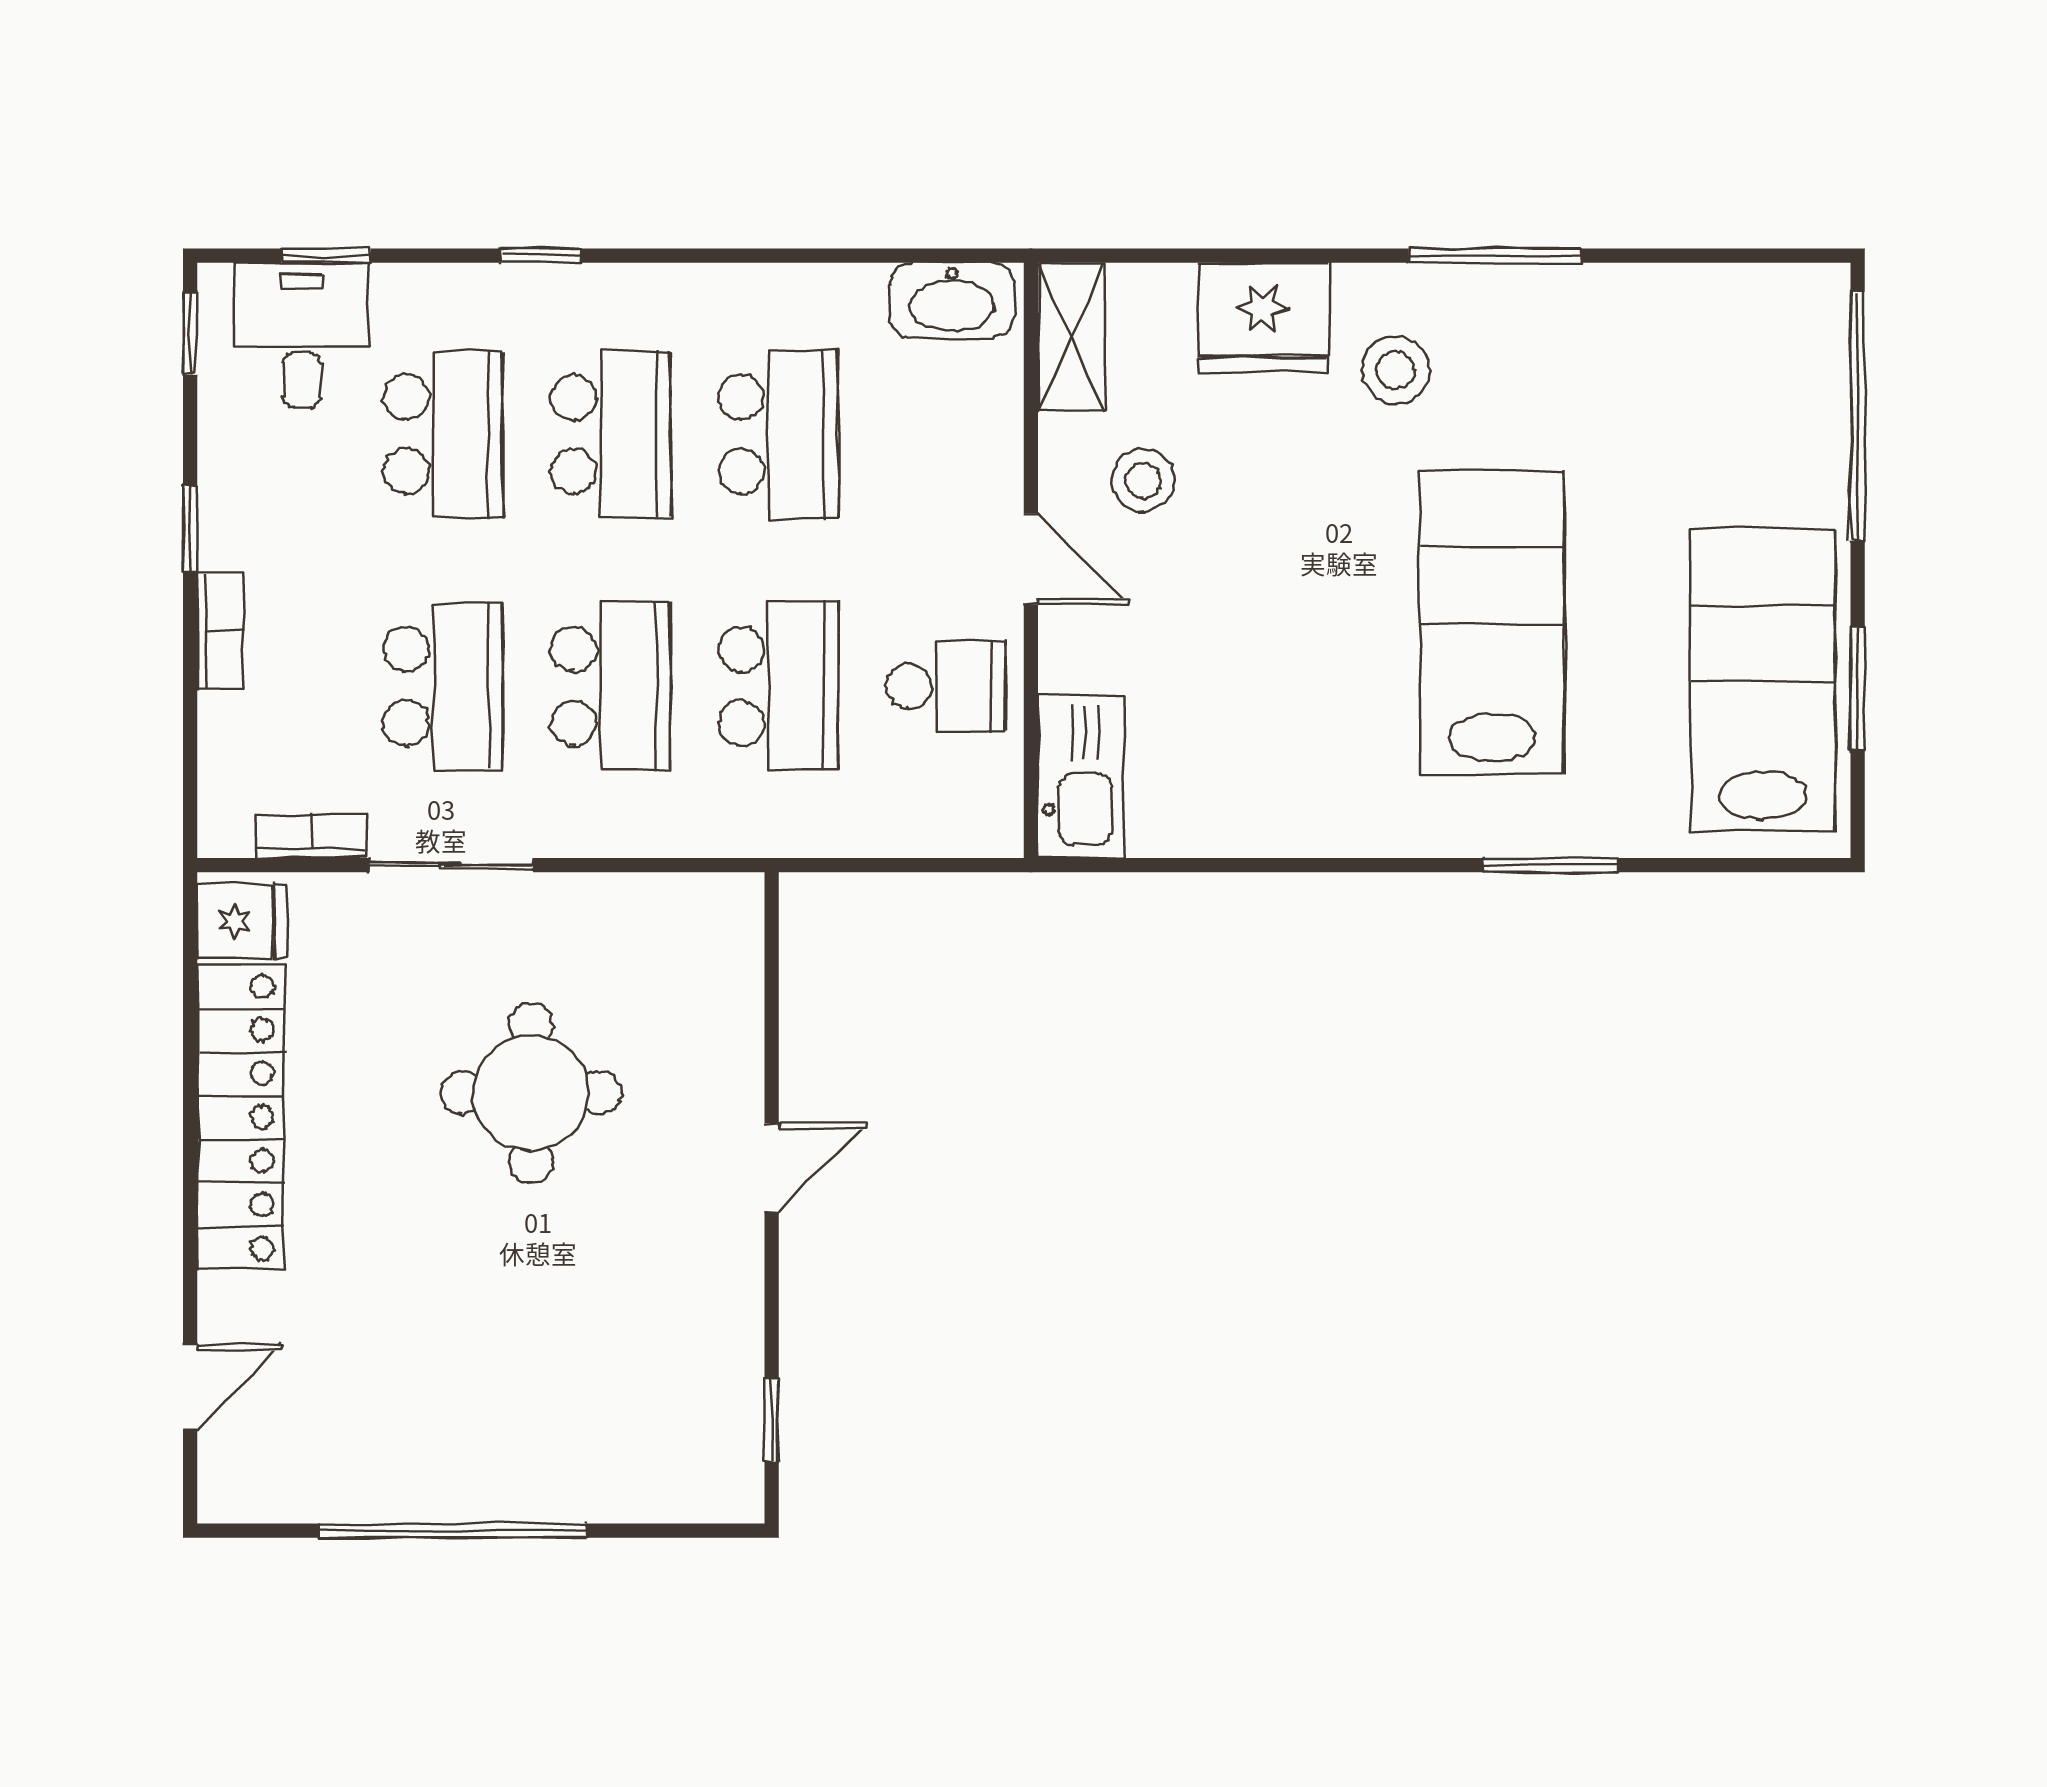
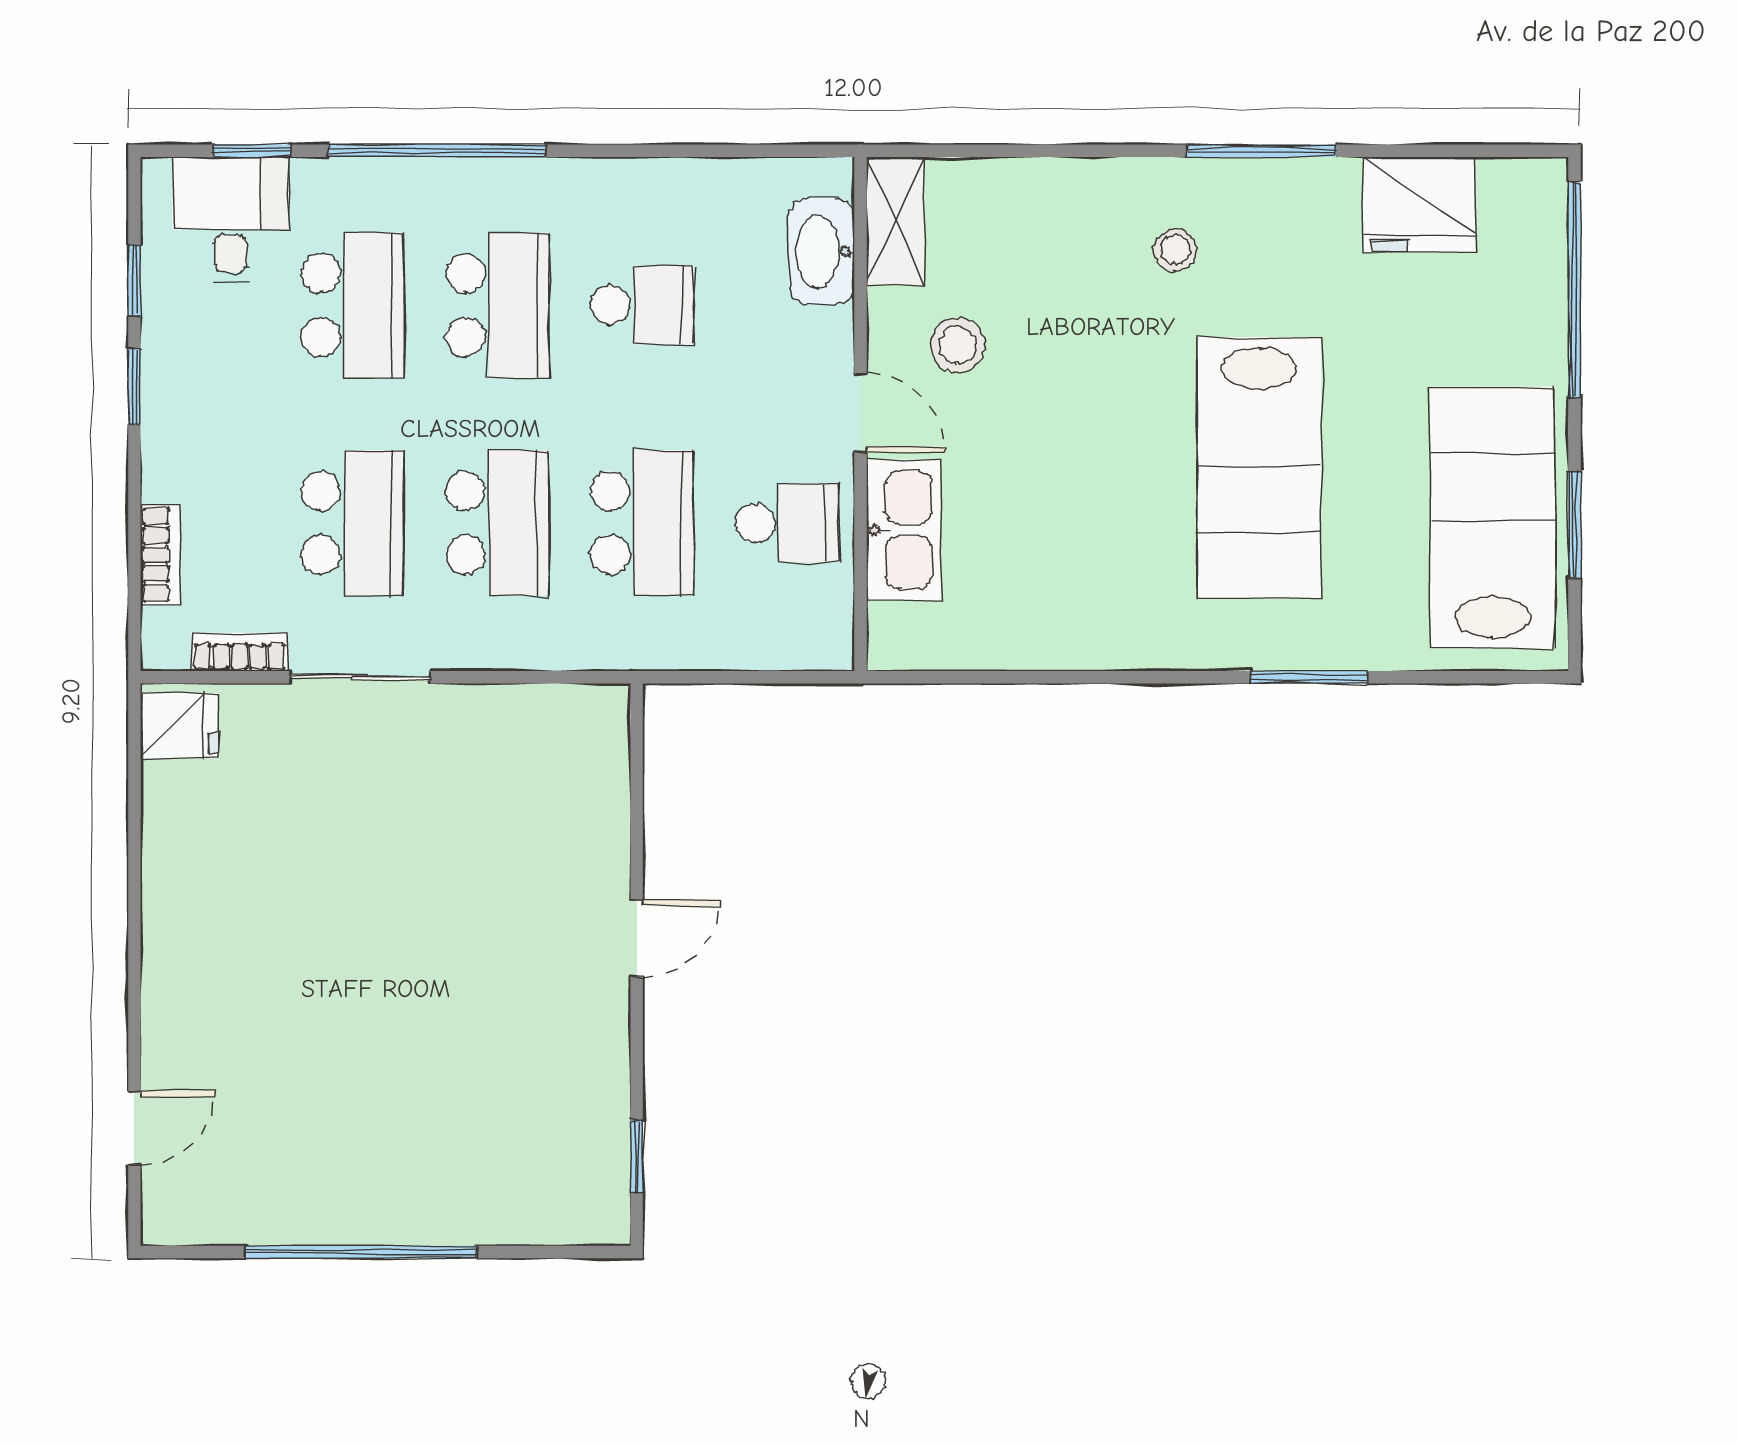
window: (540, 256) -> (437, 151), width x3.17
washbasin: (952, 300) -> (822, 251), moved, turned 90
fridge: (1263, 318) -> (1419, 204), moved
window: (190, 334) -> (134, 280), moved
stool: (1395, 370) -> (1175, 250), width x0.73, depth x0.73
school desk: (778, 434) -> (642, 305), width x0.54
lab bench: (1492, 622) -> (1259, 468), turned 180
bookcase: (220, 631) -> (160, 555), moved
kitchen sink: (1081, 776) -> (904, 530), moved
round table: (531, 1093) -> (429, 874), removed
locker: (240, 1117) -> (178, 895), removed

